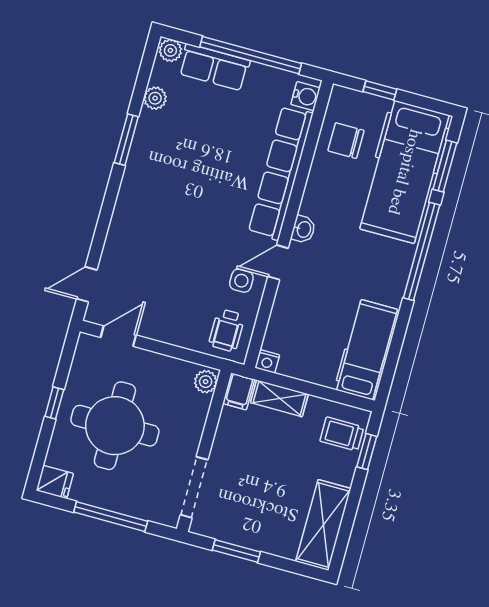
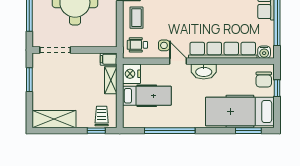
chair: (346, 141) -> (264, 80), moved, turned 180
washbasin: (303, 229) -> (204, 71), width x1.91, depth x1.45
window: (422, 251) -> (170, 131), moved
coffee table: (175, 318) -> (136, 18), added
hospital bed: (367, 350) -> (147, 96), moved
nightstand: (267, 361) -> (131, 74), width x1.89, depth x1.79
plant: (206, 382) -> (109, 41), removed

